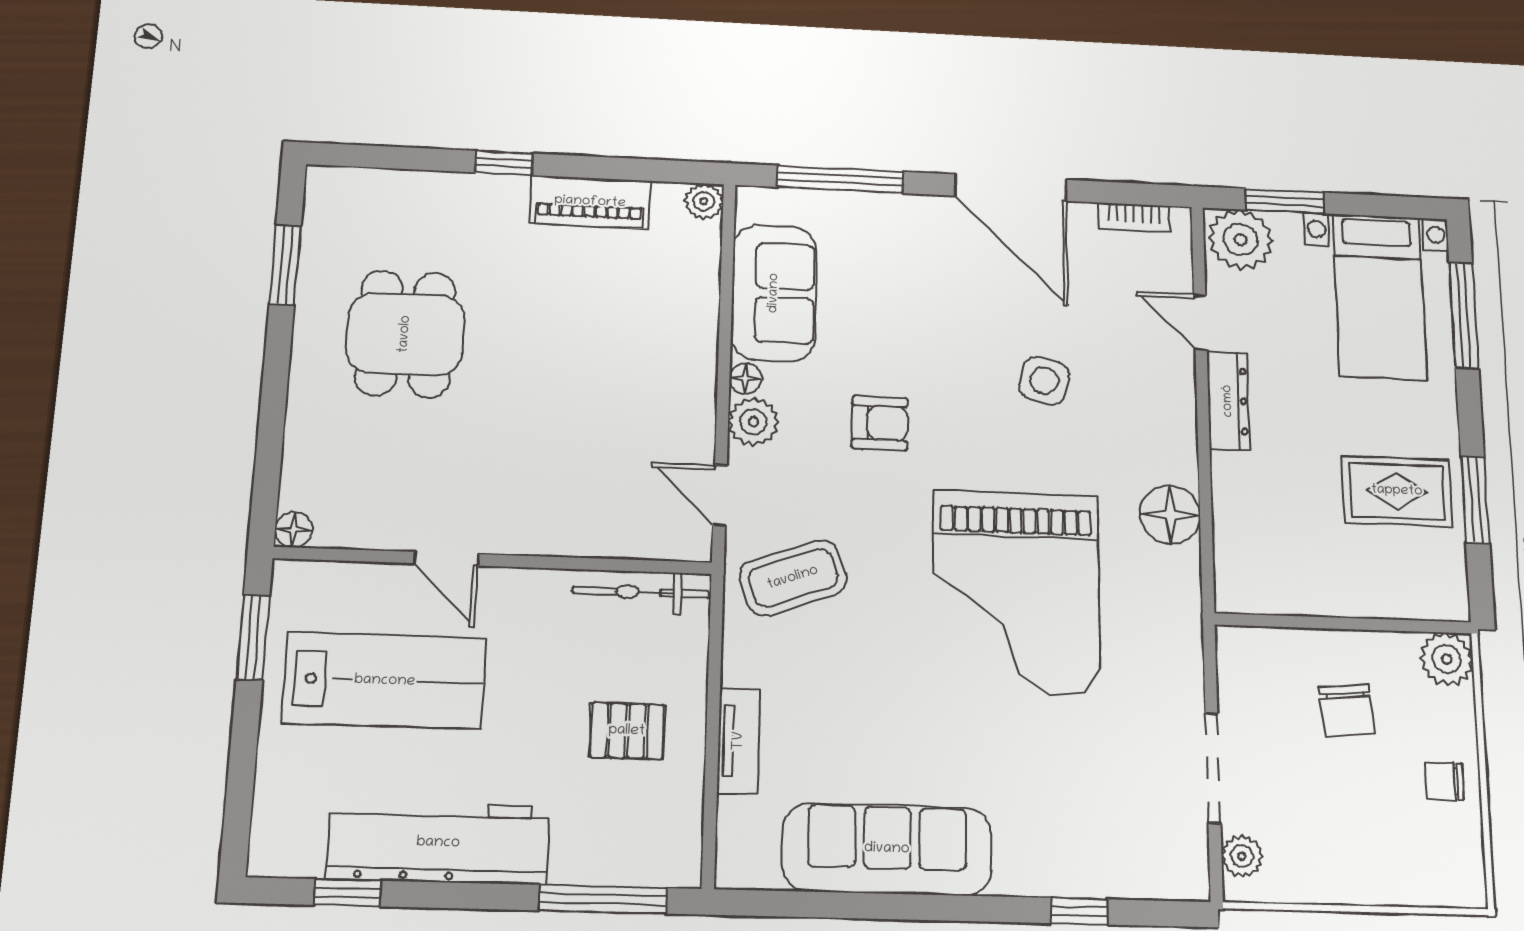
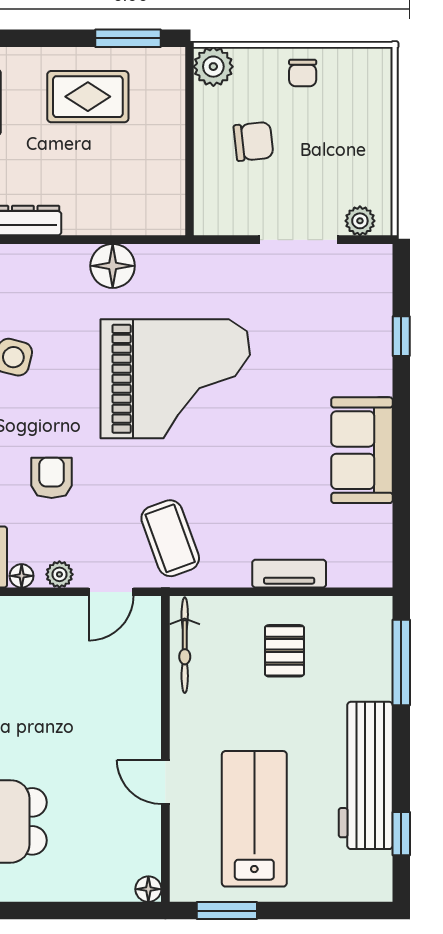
plant: (753, 422) -> (59, 574), width x0.73, depth x0.73
rug: (1397, 491) -> (88, 97), turned 90
window: (1475, 500) -> (128, 38), moved
door: (447, 559) -> (165, 782), swing flipped
sofa: (887, 849) -> (362, 450), width x0.73

